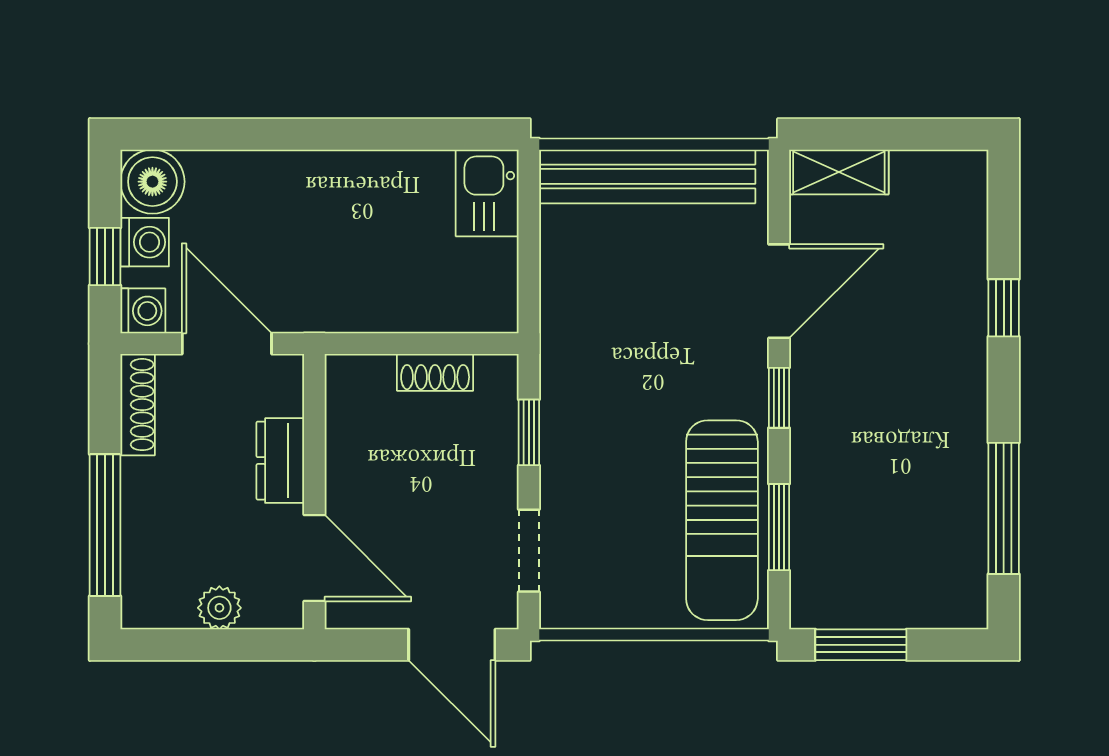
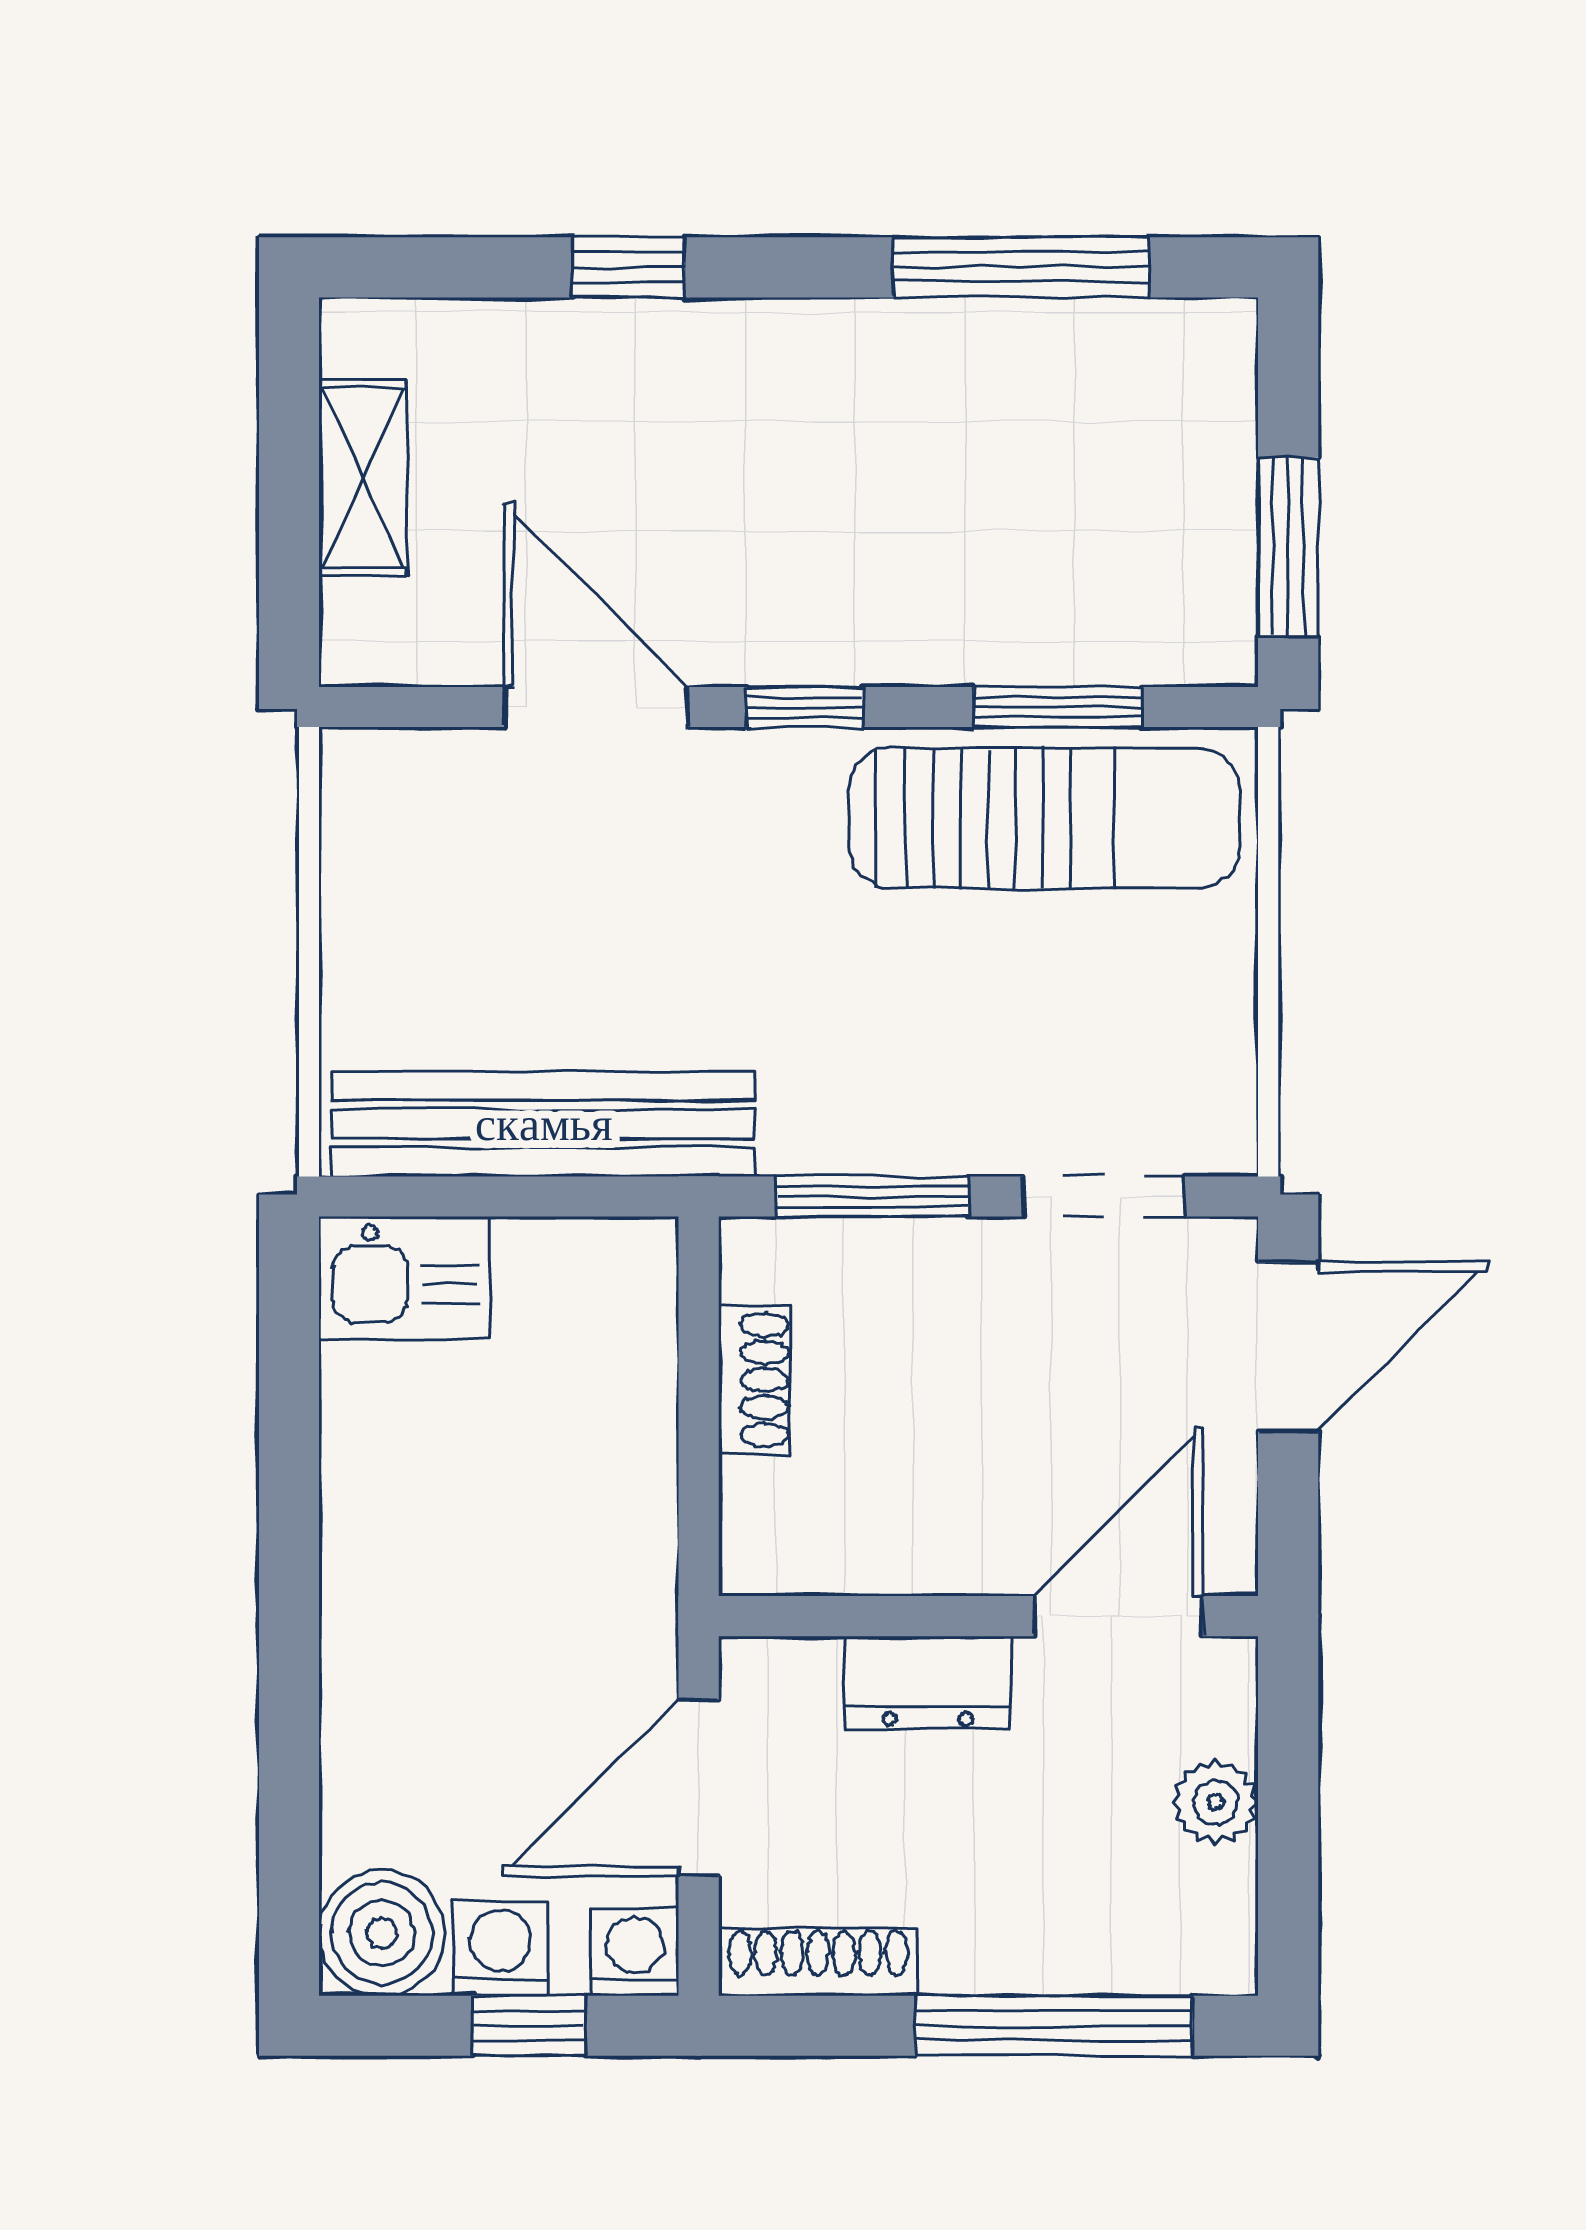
shelving: (839, 172) -> (363, 478), moved
bench: (647, 176) -> (544, 1124), moved, turned 90
window: (529, 432) -> (872, 1197), width x1.50

